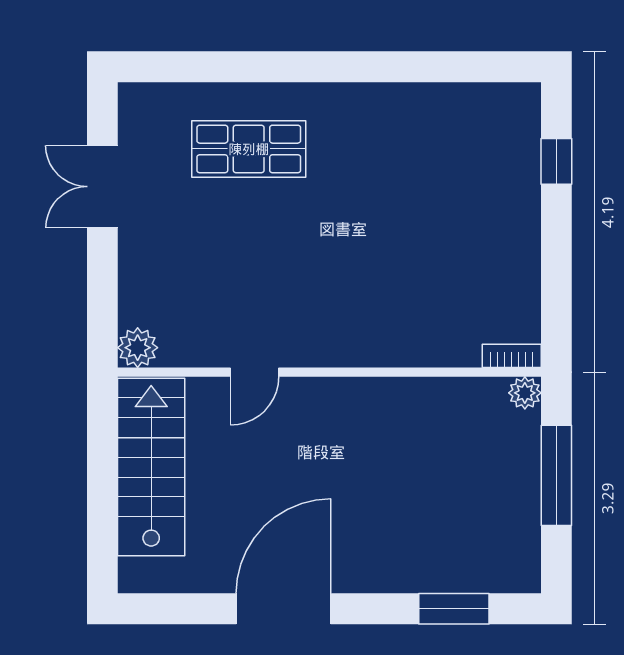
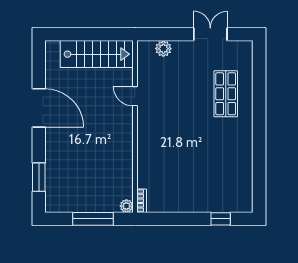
plant: (138, 348) -> (163, 49), moved

